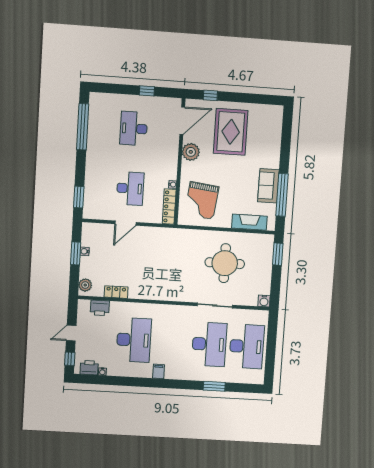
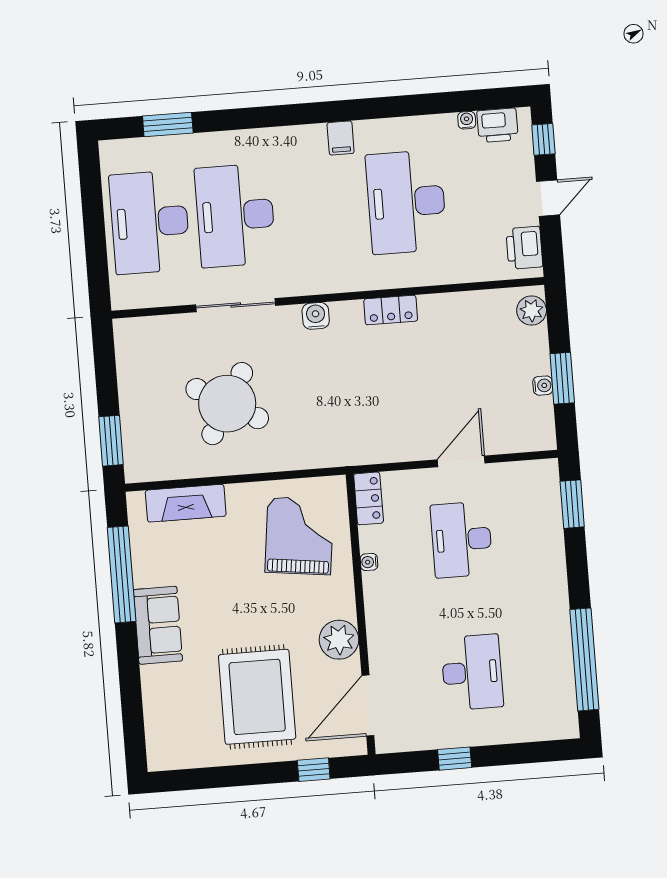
sofa: (268, 186) -> (158, 625), moved
locker: (169, 207) -> (369, 498), width x0.66
round table: (225, 263) -> (227, 404), turned 30
locker: (116, 292) -> (391, 310), moved
water cooler: (264, 301) -> (316, 316), moved
printer: (100, 308) -> (524, 248), moved, turned -90
window: (214, 386) -> (168, 125), moved

